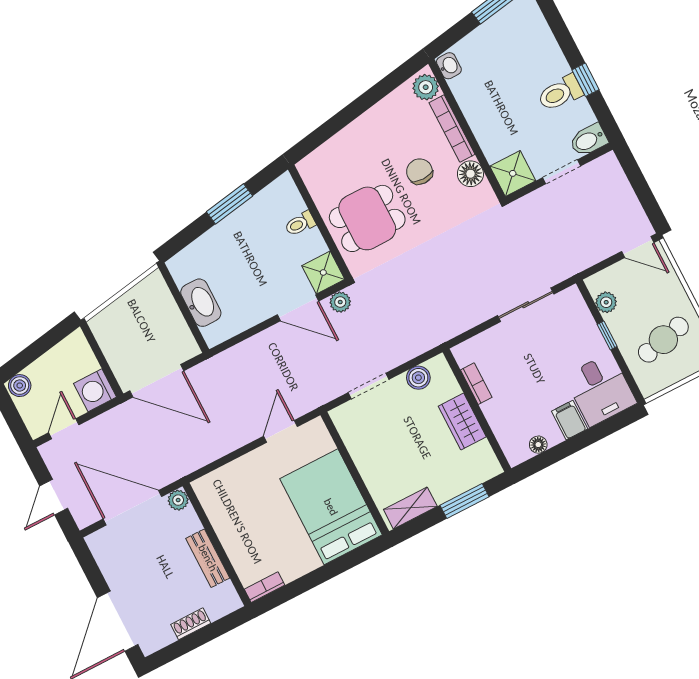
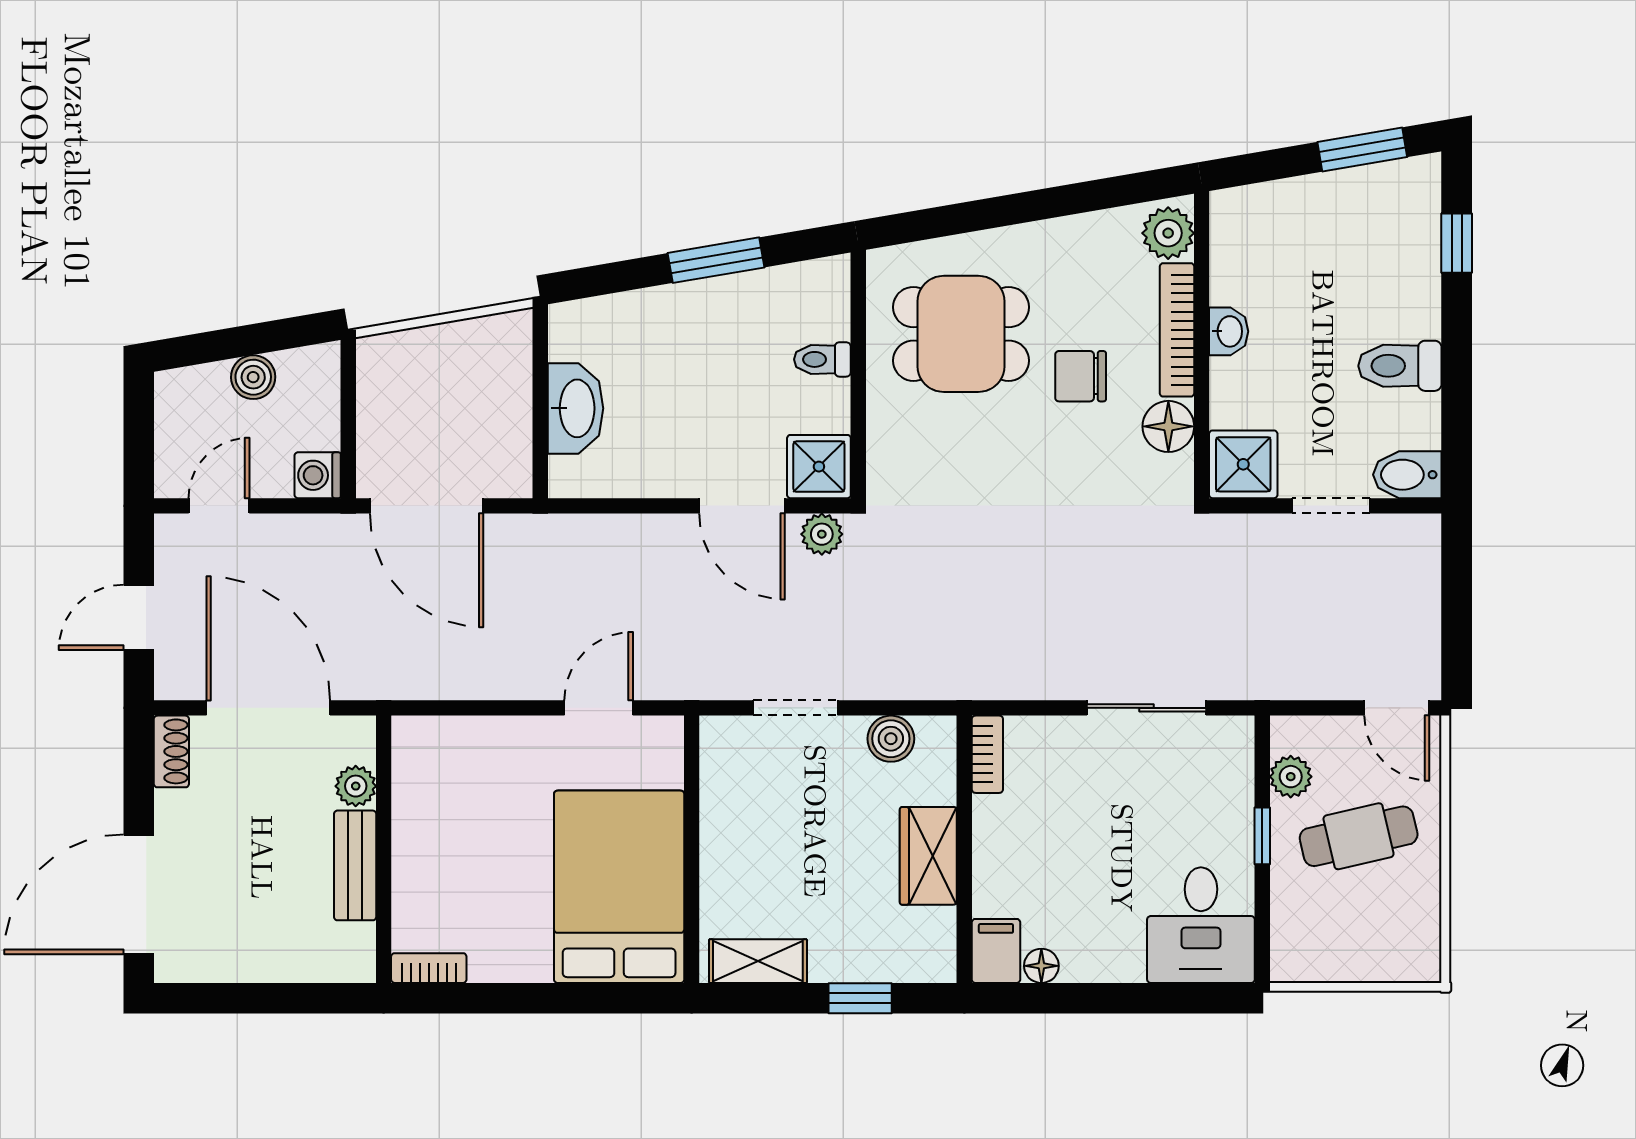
washbasin: (449, 66) -> (1229, 331), moved
window: (585, 80) -> (1457, 243), moved
chair: (420, 172) -> (1081, 376), turned -90
dining table: (367, 218) -> (961, 334), moved
cafe table: (663, 340) -> (1359, 836), moved
bookcase: (476, 384) -> (987, 754), moved
boiler: (20, 386) -> (253, 377), moved
washing machine: (95, 390) -> (318, 475), width x0.73, depth x0.73
filing cabinet: (570, 420) -> (996, 951), moved
plant: (178, 500) -> (356, 786), moved
window: (465, 501) -> (860, 998), width x0.67
shoe rack: (191, 624) -> (171, 751), moved, turned 90

